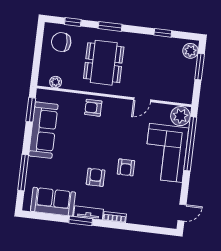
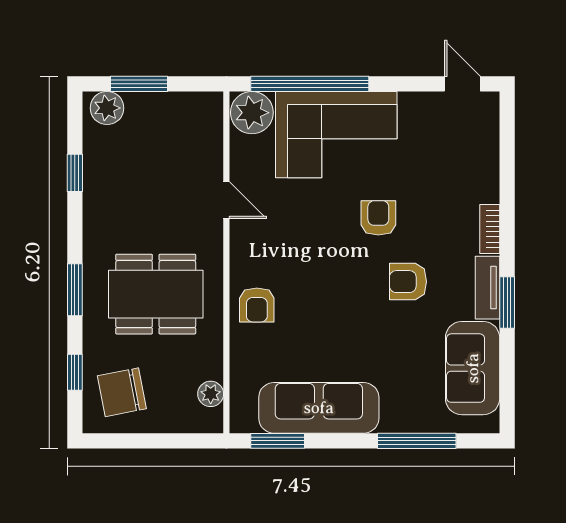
chair: (61, 42) -> (122, 392), turned 79
armchair: (126, 167) -> (378, 218), turned -90

